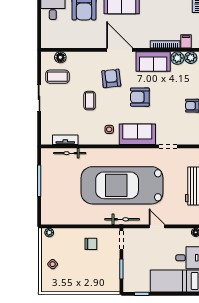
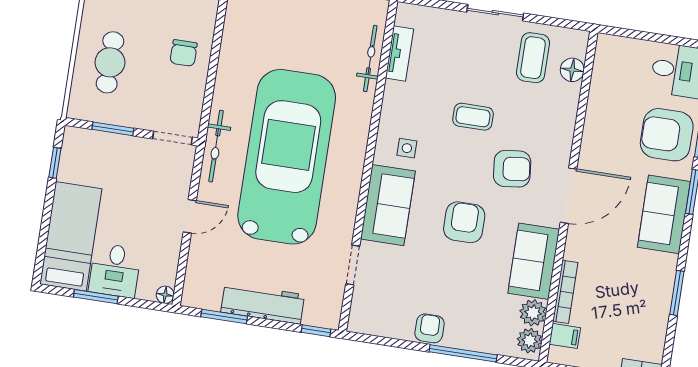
chair: (91, 244) -> (184, 53), moved
cafe table: (90, 275) -> (110, 62), added

